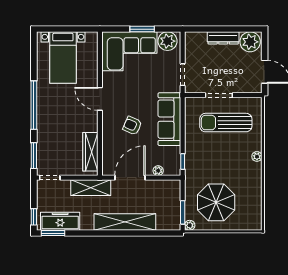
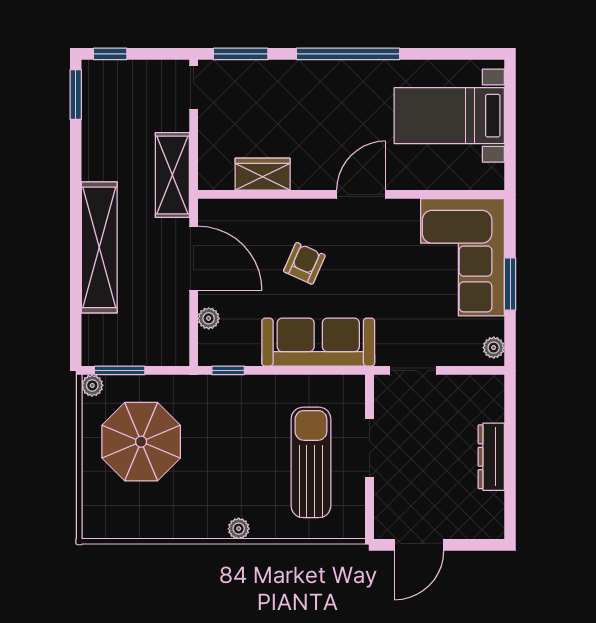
plant: (167, 41) -> (494, 348), width x0.53, depth x0.53
plant: (250, 42) -> (483, 514), removed
wardrobe: (90, 152) -> (263, 174), width x0.67
freezer: (60, 221) -> (101, 110), removed

